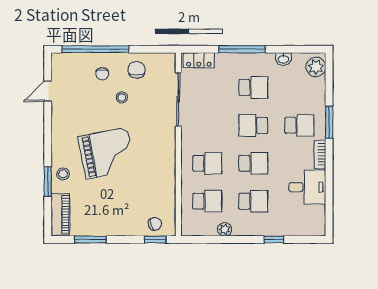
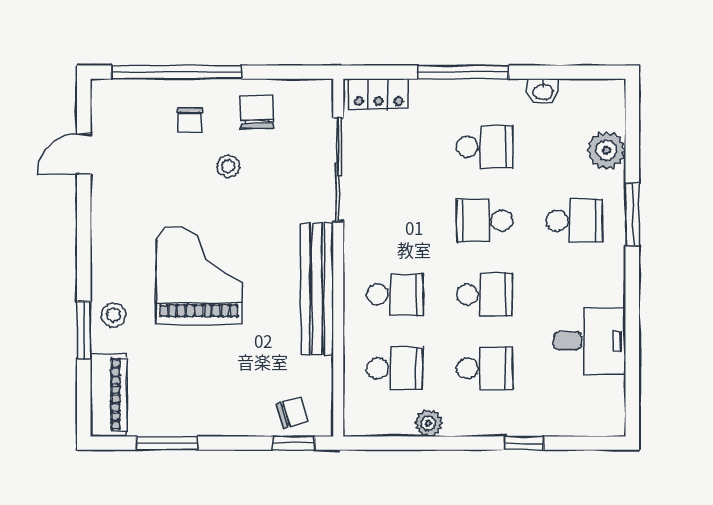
plant: (316, 67) -> (606, 150), moved
grand piano: (107, 153) -> (199, 275), turned -79
bookcase: (320, 154) -> (614, 277), removed
bench: (167, 160) -> (317, 289), added

